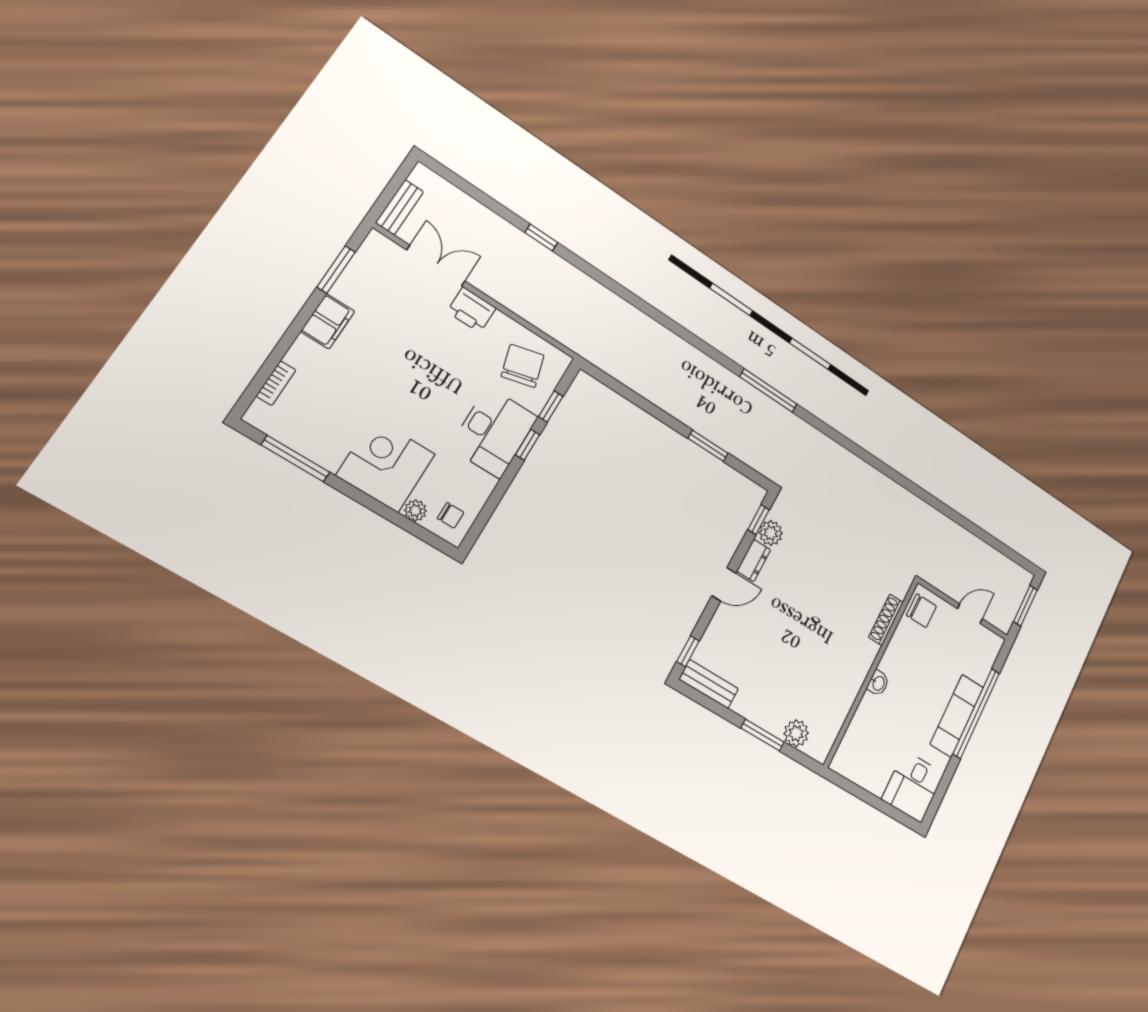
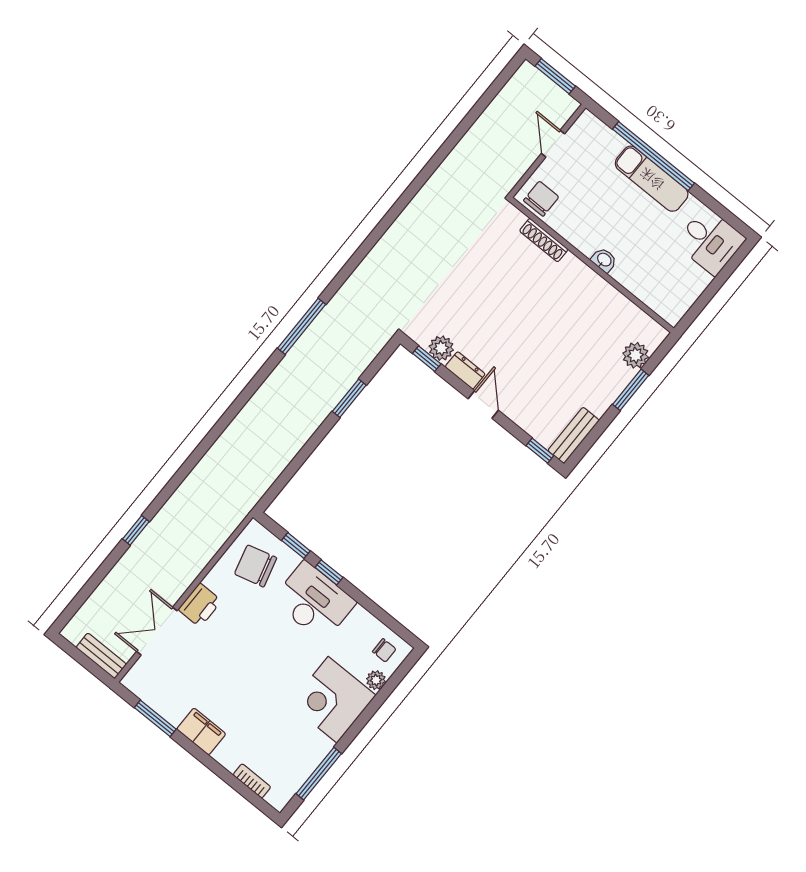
chair: (451, 515) -> (384, 650), turned 90

